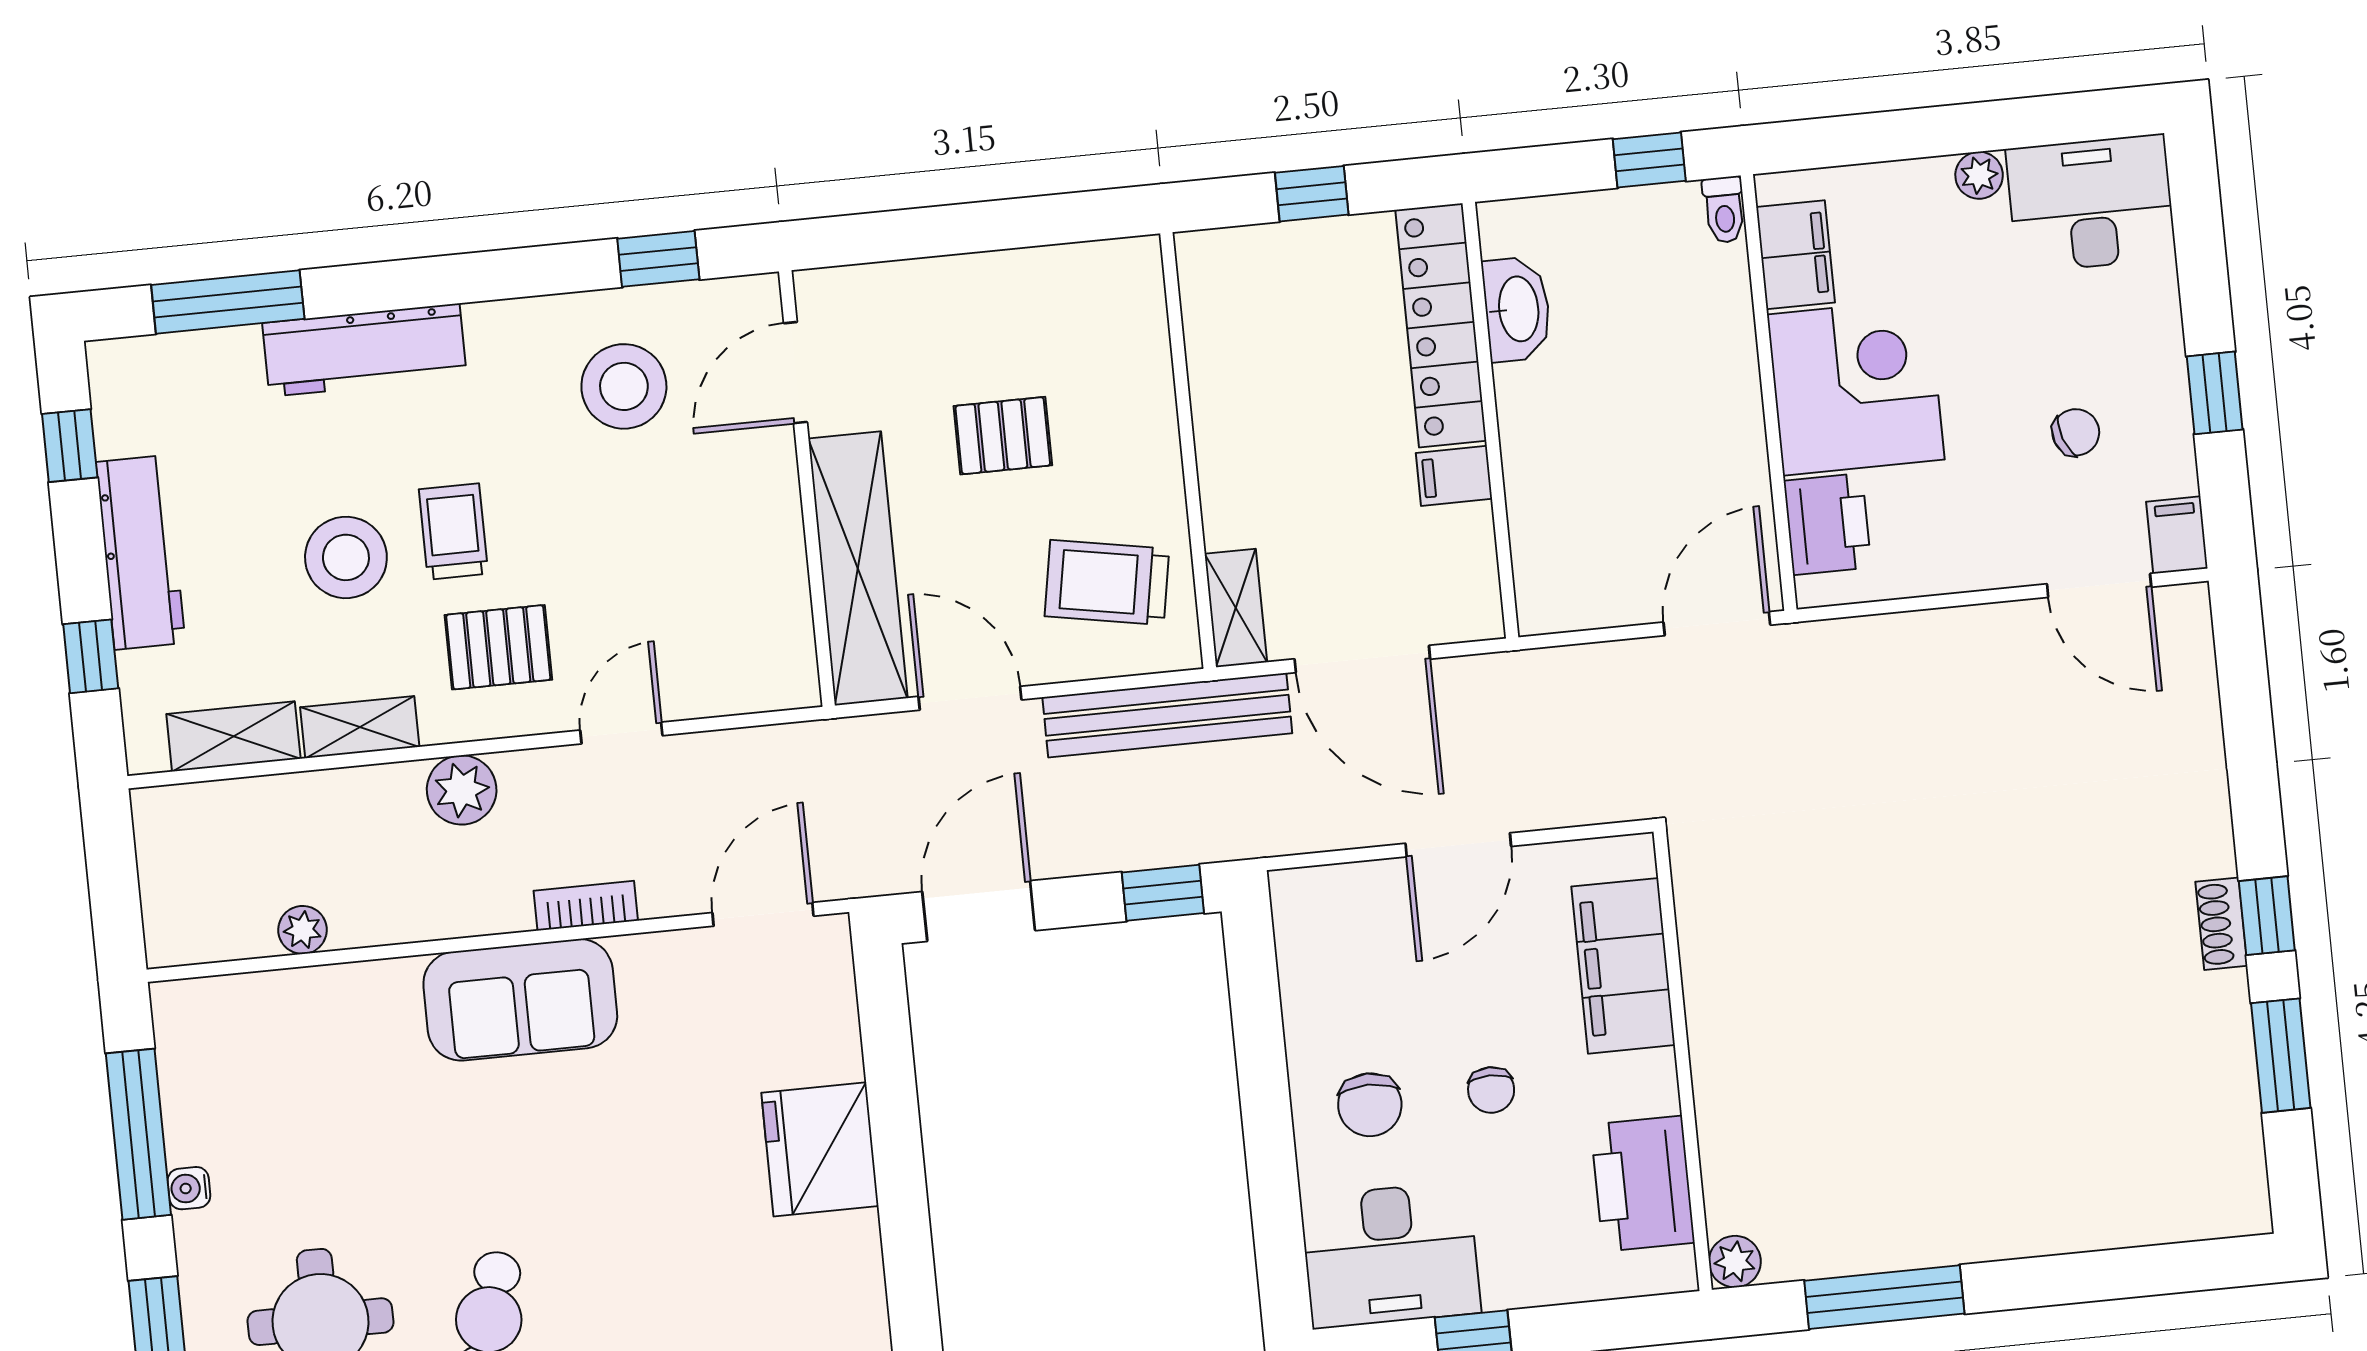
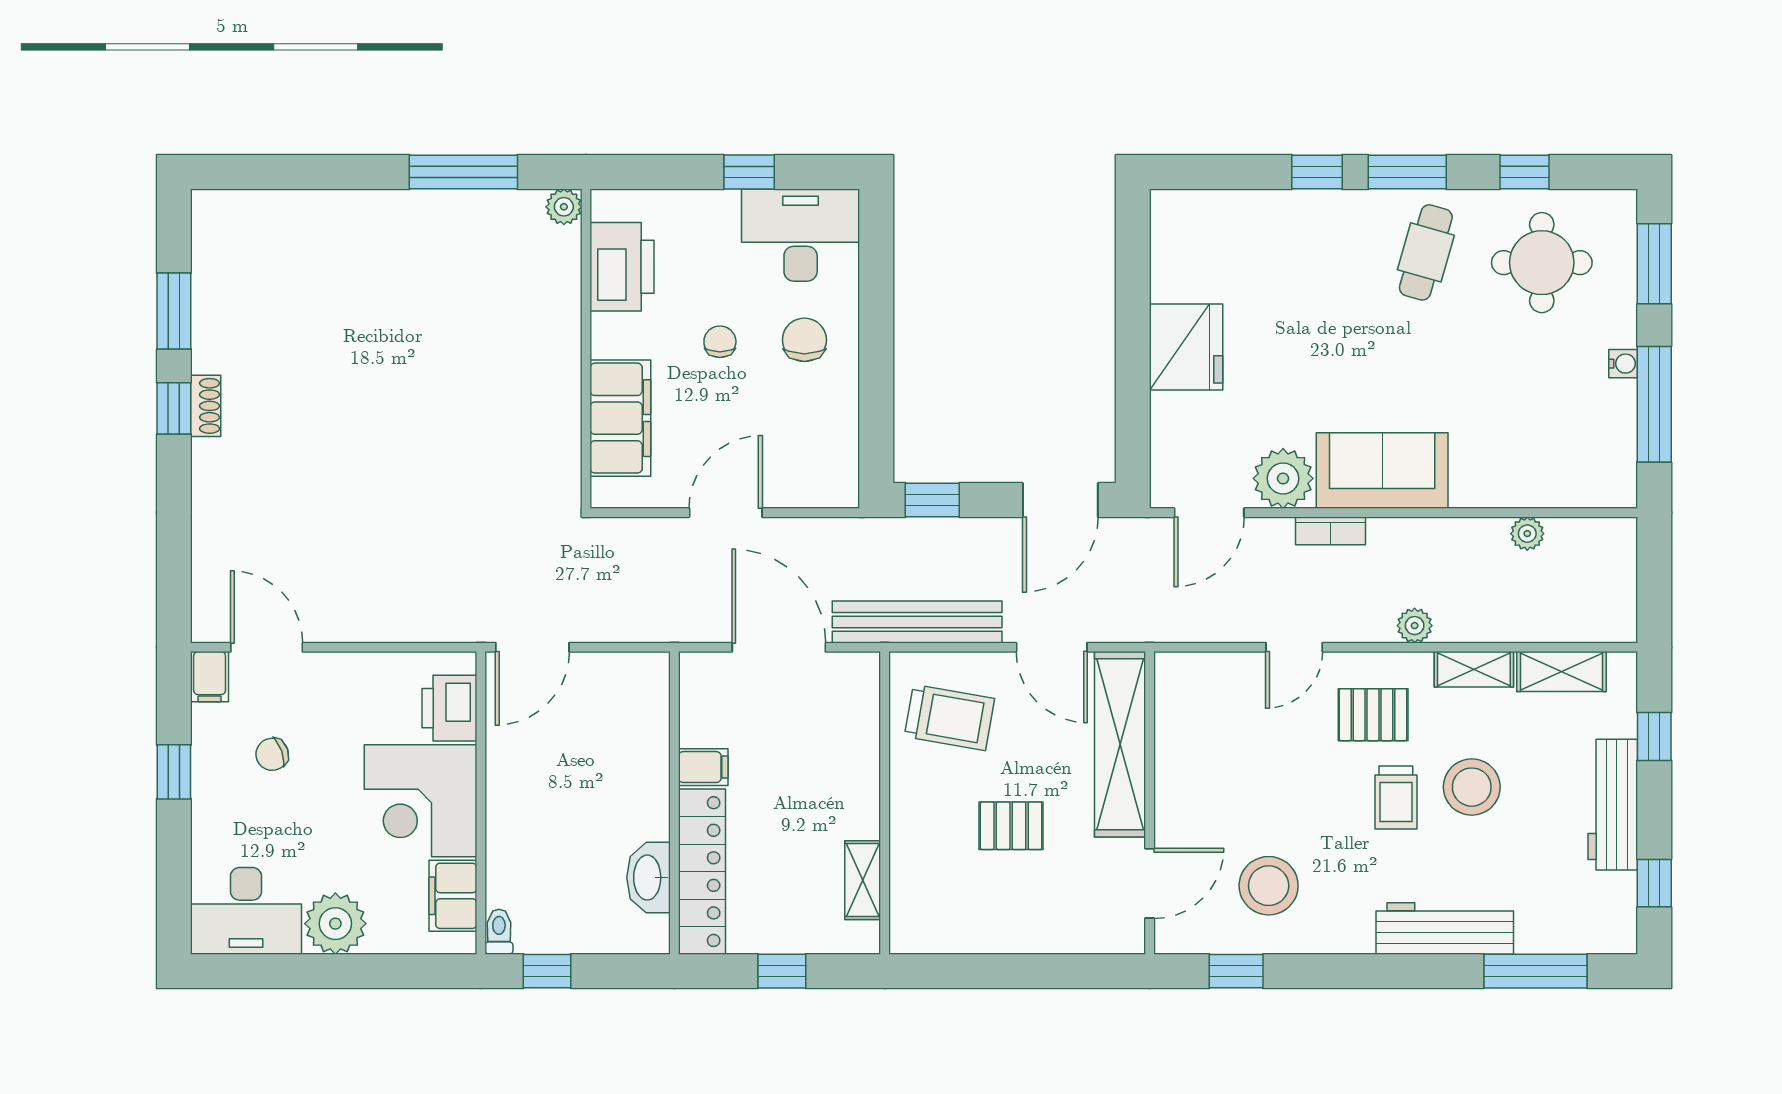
plant: (1979, 175) -> (335, 924), width x1.88, depth x1.88
shelving: (1236, 608) -> (863, 880), moved
plant: (462, 790) -> (1415, 626), width x0.73, depth x0.73
plant: (662, 974) -> (1283, 478), added

